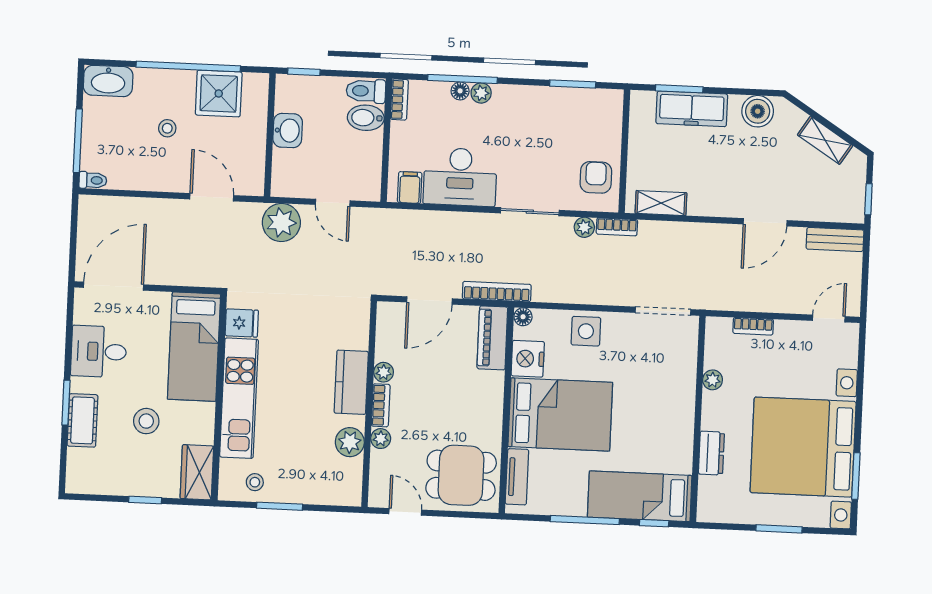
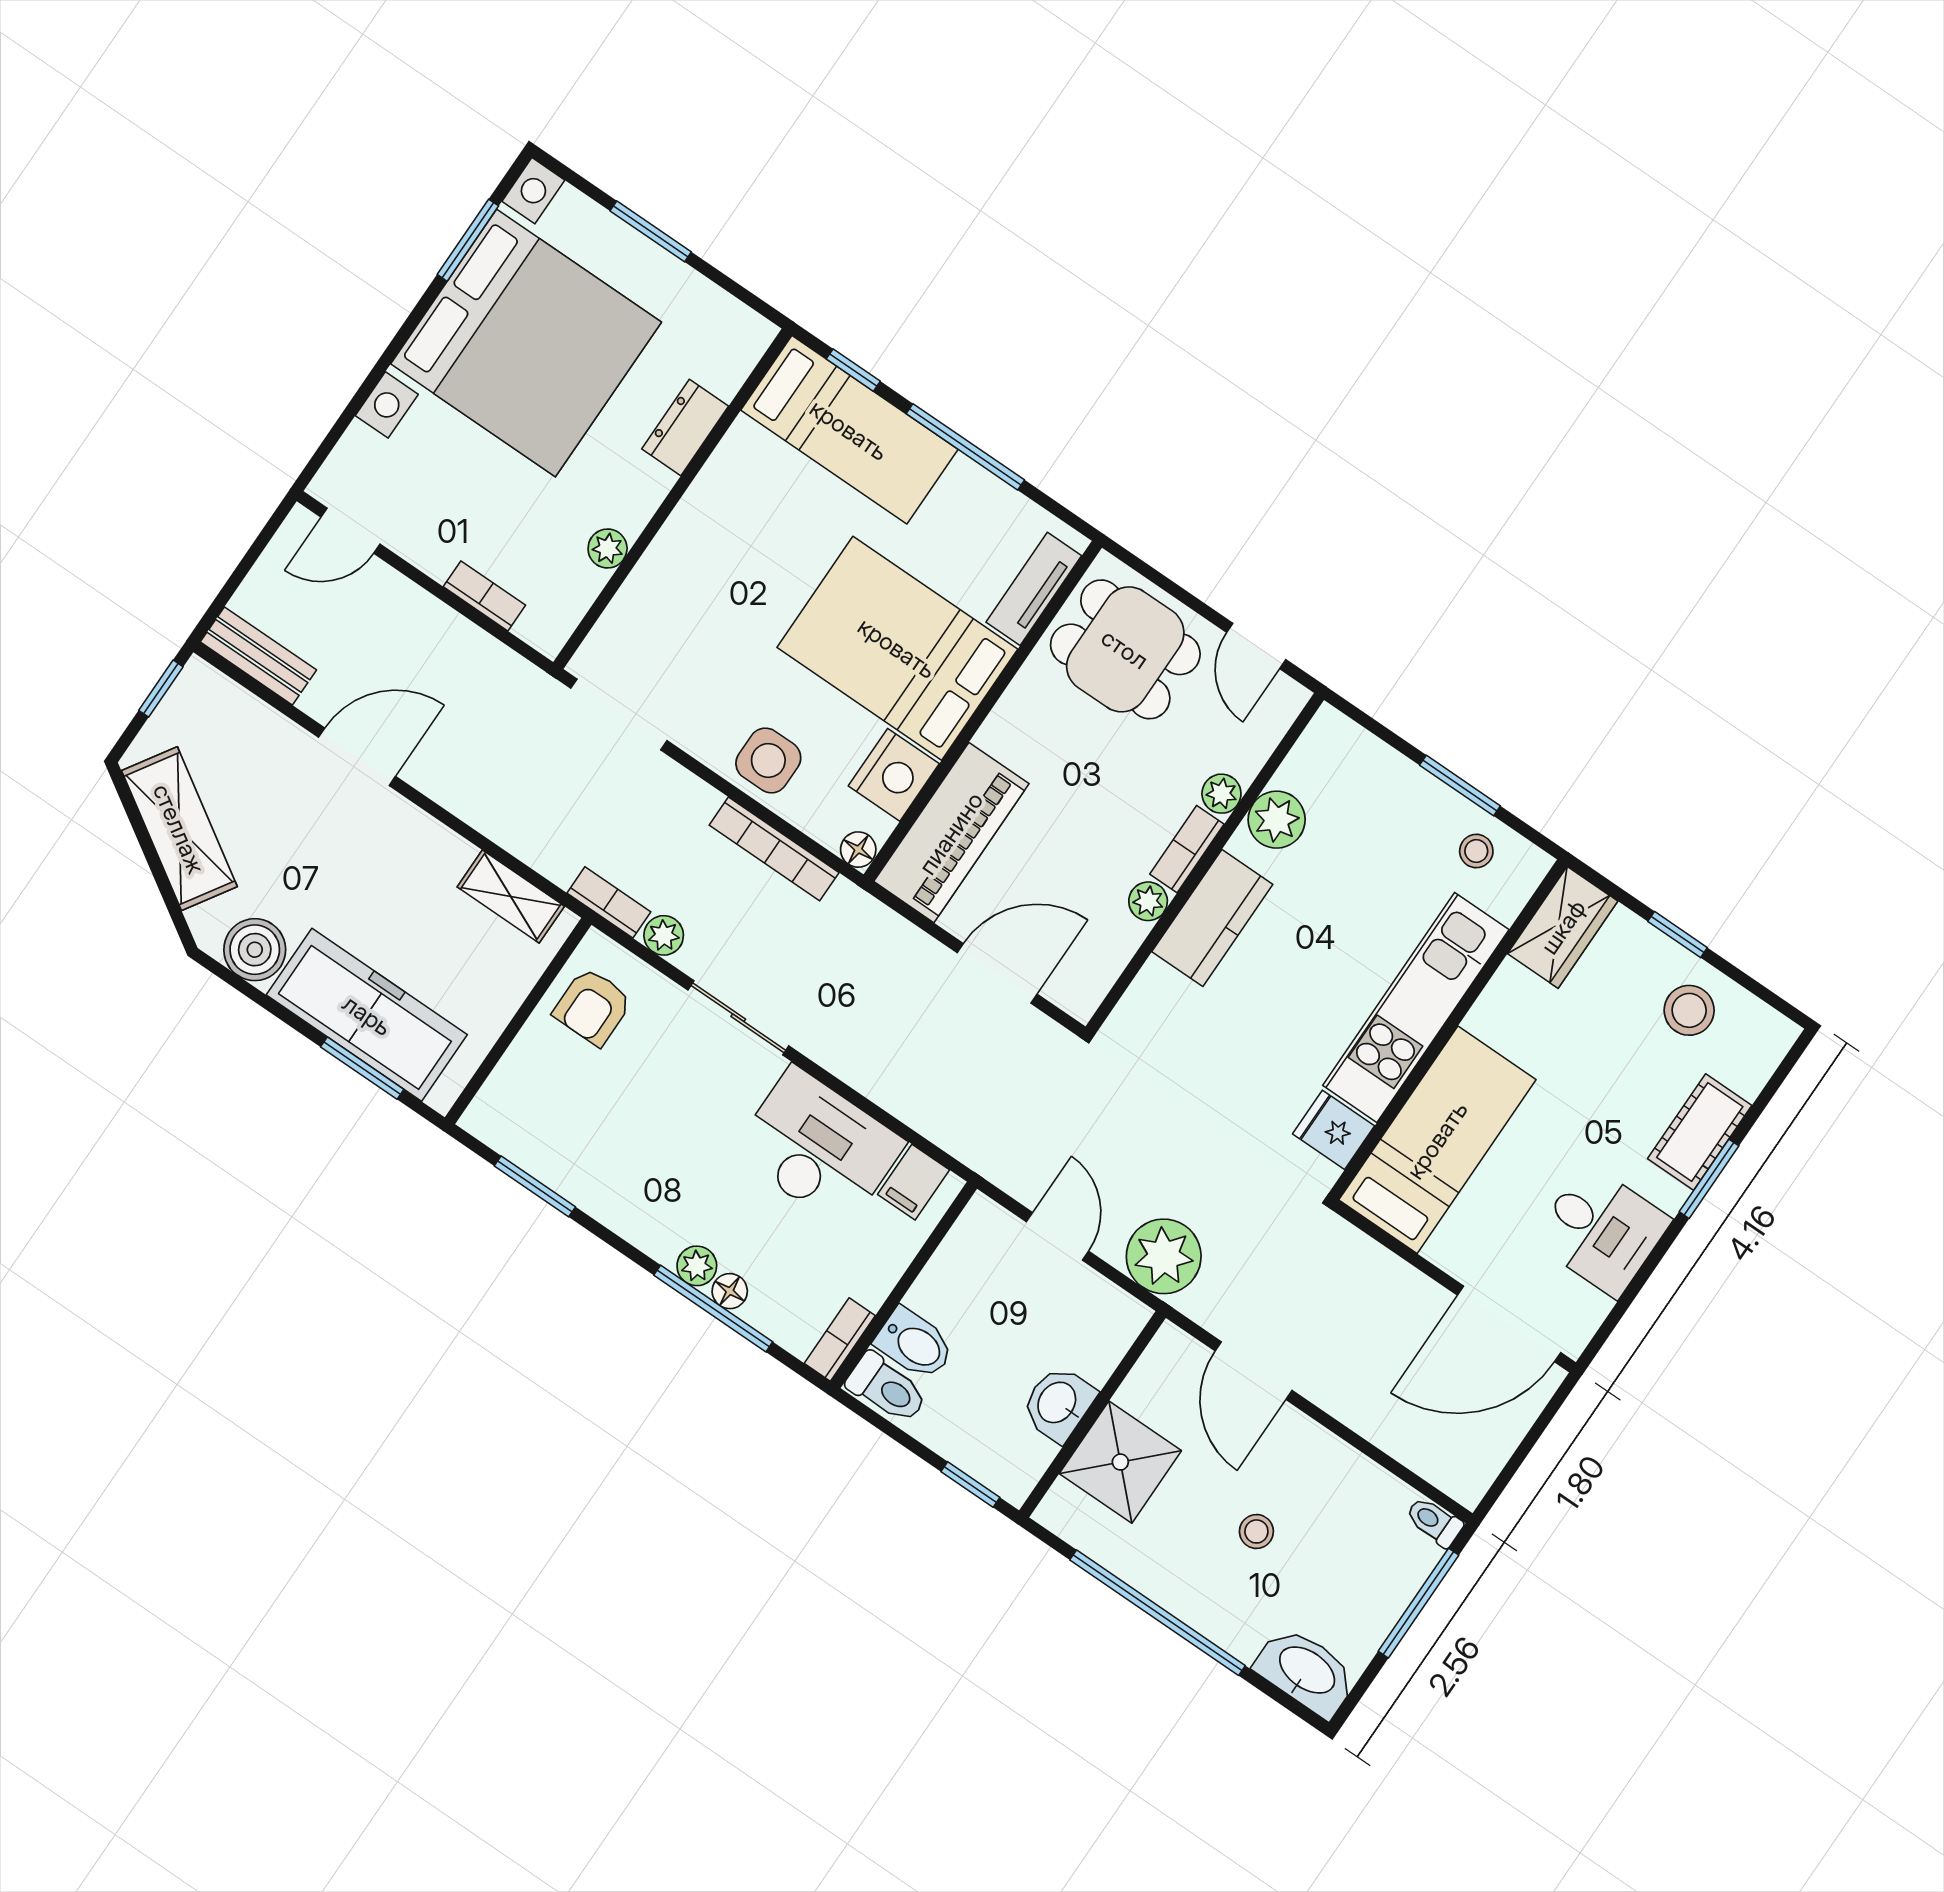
shower: (219, 93) -> (1120, 1462), moved
freezer: (692, 109) -> (367, 1015), width x1.36, depth x1.26
shelving: (825, 140) -> (179, 829), width x1.50, depth x1.33
bookcase: (497, 292) -> (774, 849), moved
piano: (492, 338) -> (951, 833), width x1.37, depth x1.33
stool: (146, 421) -> (1689, 1010), moved

